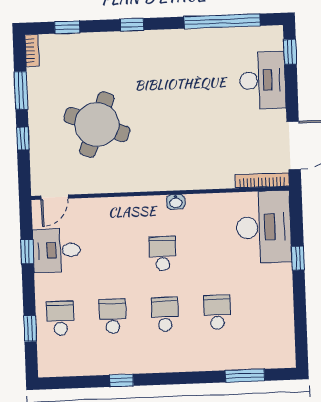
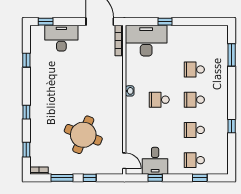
window: (222, 21) -> (26, 60), width x0.32

